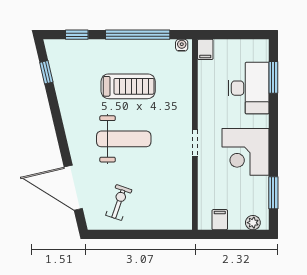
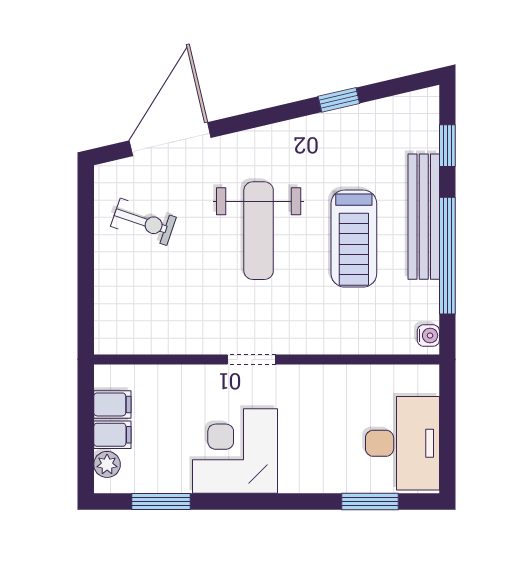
bench: (116, 48) -> (424, 217), added
filing cabinet: (205, 49) -> (112, 435), moved, turned 180
window: (46, 72) -> (339, 100), moved
desk: (249, 88) -> (402, 443), moved, turned -90

